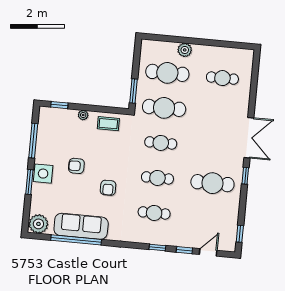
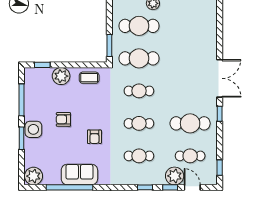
cafe table: (222, 78) -> (190, 156), moved
plant: (83, 115) -> (61, 76), width x1.88, depth x1.88
sofa: (81, 226) -> (79, 175), width x0.73
plant: (190, 238) -> (175, 176), added
door: (208, 252) -> (192, 187), hinge flipped

